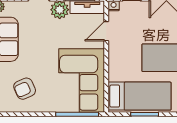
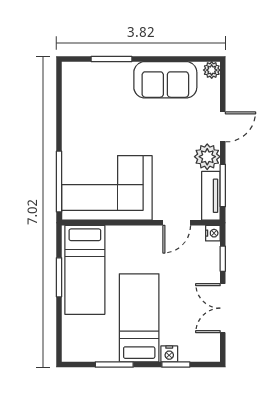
door: (106, 31) -> (177, 223), swing flipped
armchair: (25, 89) -> (95, 107), removed

